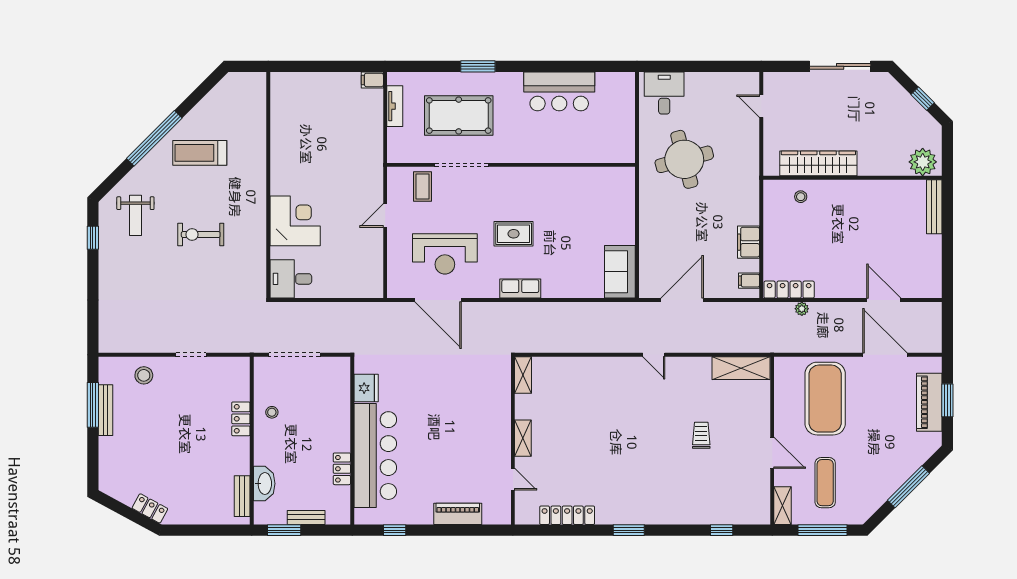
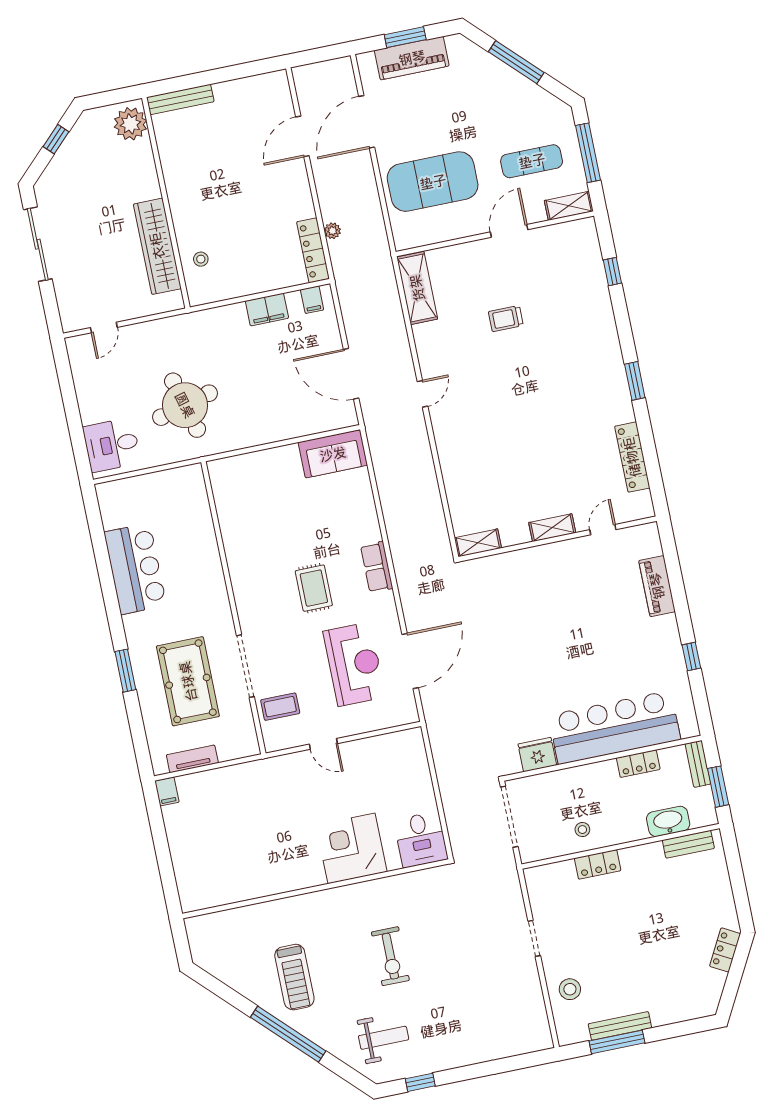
fridge: (366, 388) -> (537, 755), moved
wall: (352, 441) -> (602, 758), moved
bar counter: (375, 456) -> (615, 727), moved
locker: (342, 469) -> (638, 764), moved

